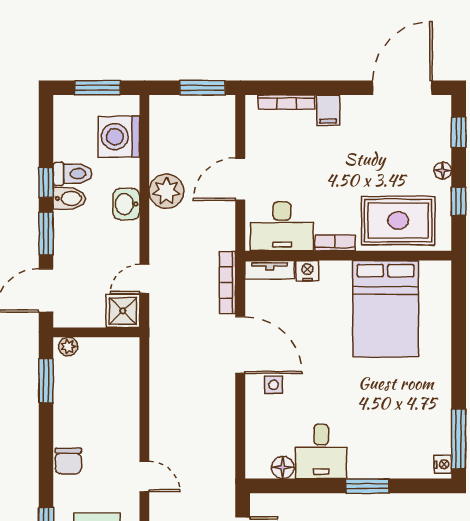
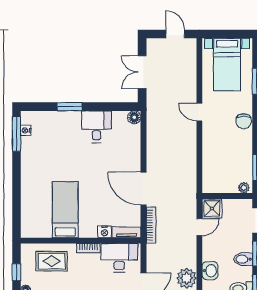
bidet: (69, 198) -> (243, 259), moved
rug: (398, 221) -> (52, 261), width x0.73, depth x0.70
bed: (386, 309) -> (65, 210), width x0.67
side table: (274, 385) -> (124, 166), removed
chair: (68, 461) -> (244, 121), turned 180
nightstand: (443, 464) -> (26, 130), moved
floor lamp: (283, 468) -> (134, 117), moved

